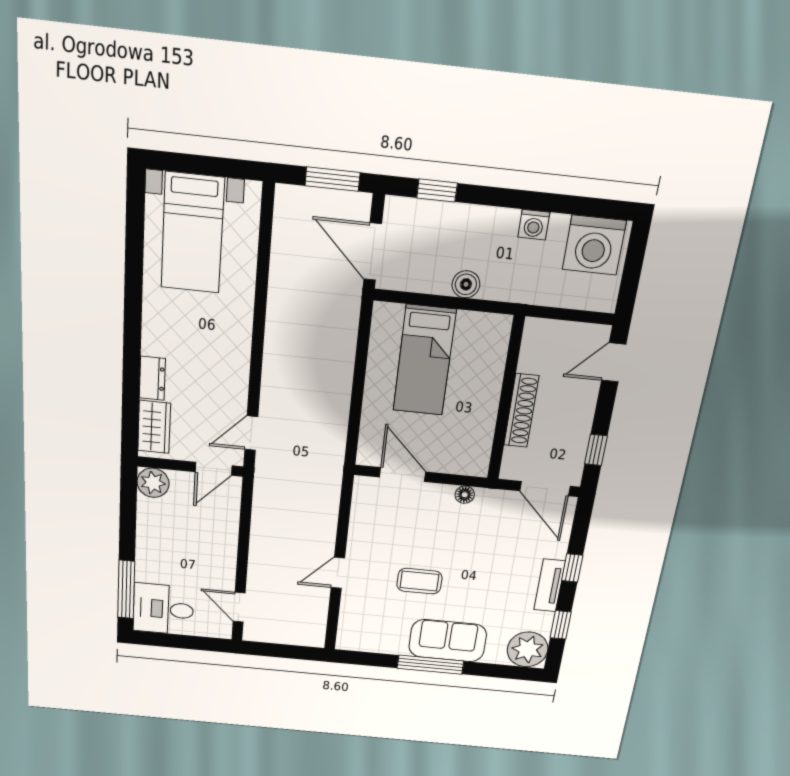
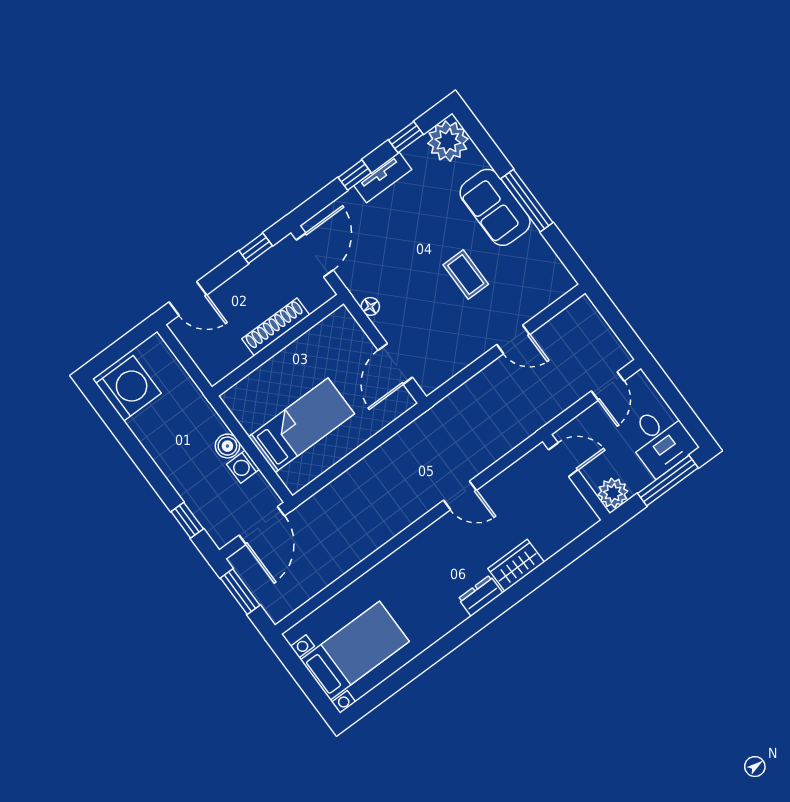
washing machine: (534, 225) -> (243, 467), moved, turned 180
wall: (190, 467) -> (576, 477), moved
door: (214, 469) -> (563, 460), moved
plant: (153, 483) -> (613, 493), moved

